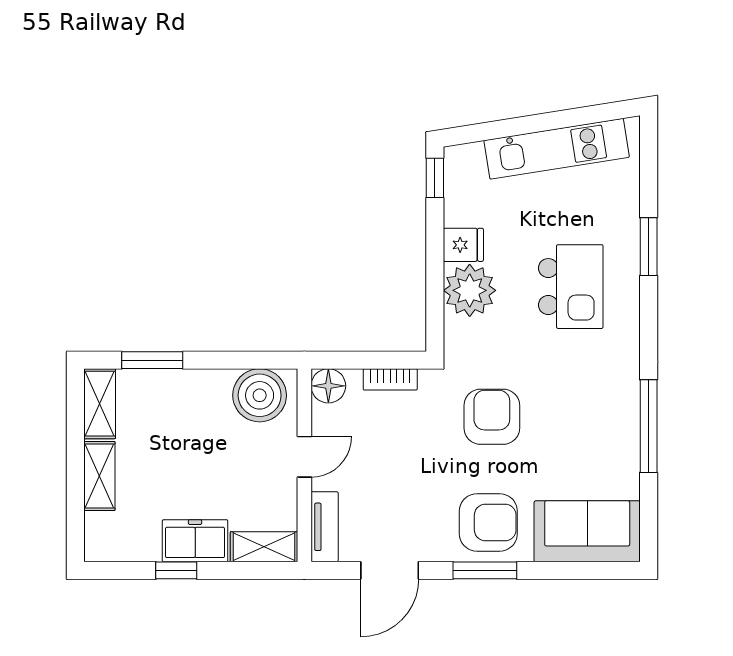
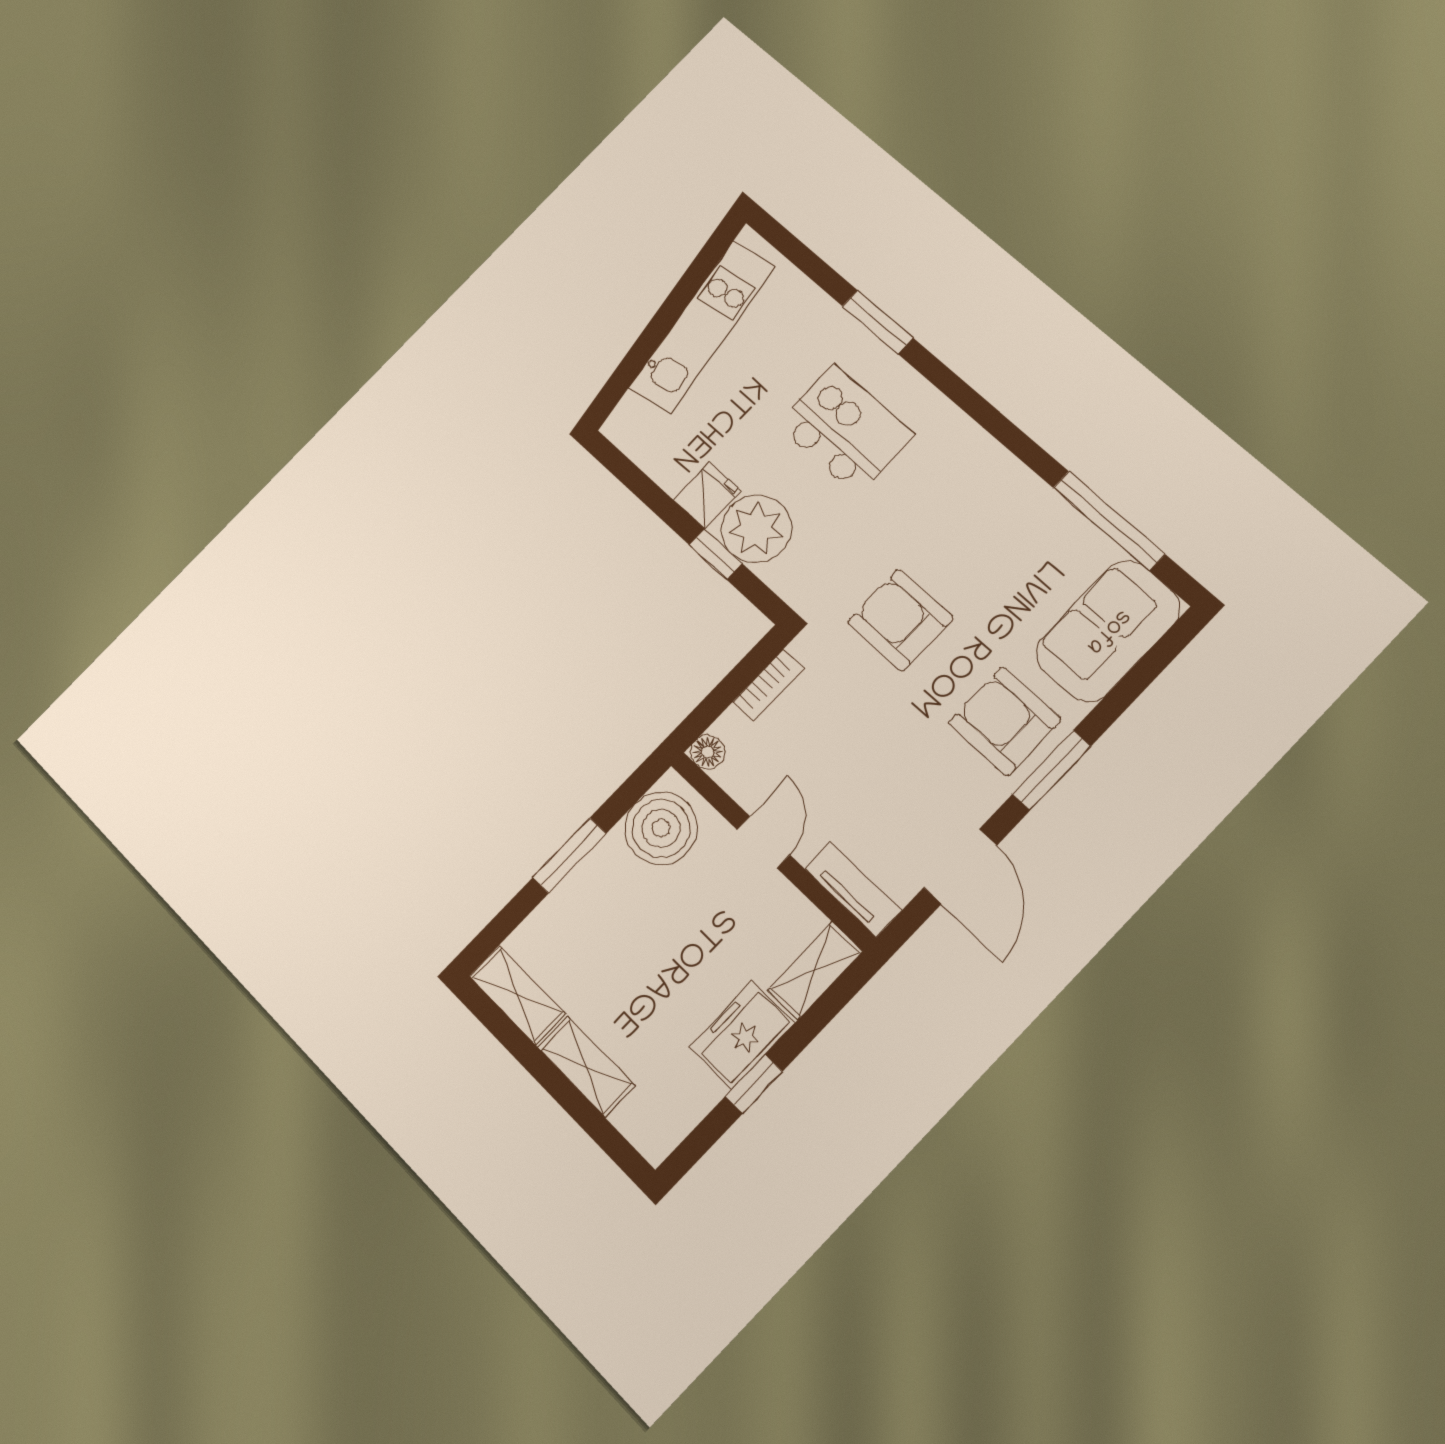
window: (435, 178) -> (716, 554), moved
window: (152, 360) -> (569, 855), moved
floor lamp: (328, 386) -> (708, 752), width x0.73, depth x0.73
window: (649, 426) -> (1109, 521), moved
armchair: (488, 522) -> (1005, 721), turned -90

